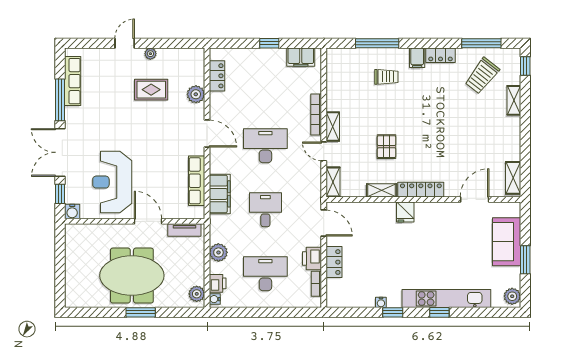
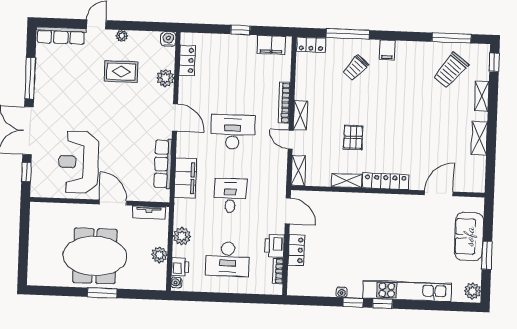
locker: (441, 55) -> (311, 45), moved
trolley: (386, 77) -> (356, 68), turned 131
row of seats: (73, 81) -> (61, 36), moved, turned 90
shelving: (513, 178) -> (479, 138), moved
water cooler: (72, 212) -> (168, 39), moved, turned 180
fridge: (405, 212) -> (369, 203), removed
desk: (265, 274) -> (228, 259), turned 180
plant: (197, 294) -> (159, 255), moved
window: (439, 312) -> (383, 304), moved

